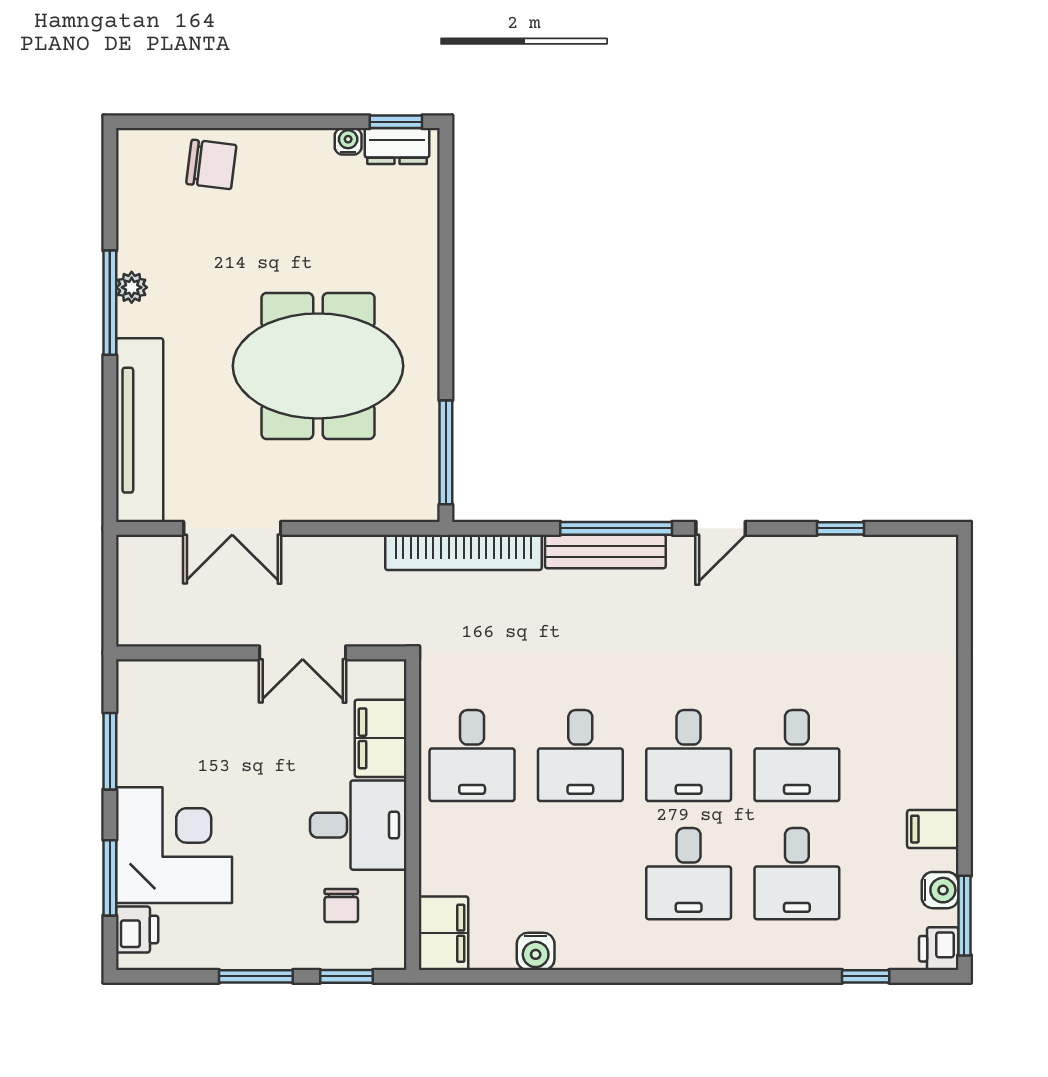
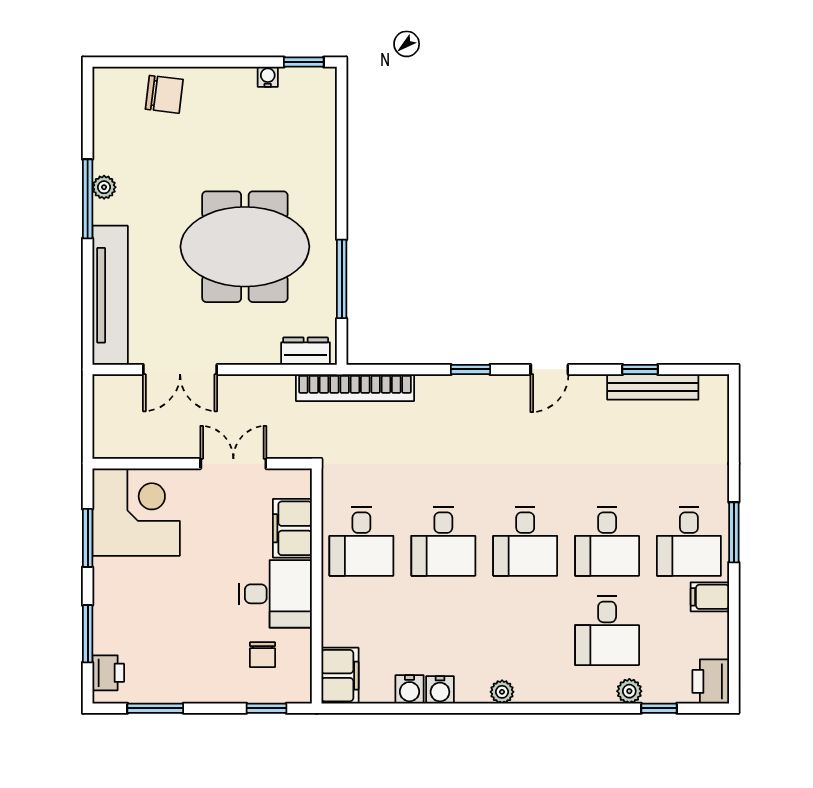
dresser: (397, 146) -> (306, 351), moved, turned 180
window: (446, 452) -> (342, 279), moved
window: (616, 528) -> (470, 369), width x0.46
bench: (605, 551) -> (653, 387), moved
double door: (303, 653) -> (233, 464), swing flipped
corner desk: (174, 845) -> (136, 512), moved
desk: (689, 874) -> (689, 541), moved
water cooler: (940, 890) -> (440, 690), moved, turned 90
window: (964, 916) -> (734, 532), moved
printer: (939, 949) -> (711, 681), width x1.36, depth x1.24
plant: (826, 954) -> (629, 691), added
plant: (658, 955) -> (502, 692), added
window: (256, 976) -> (155, 708), moved

